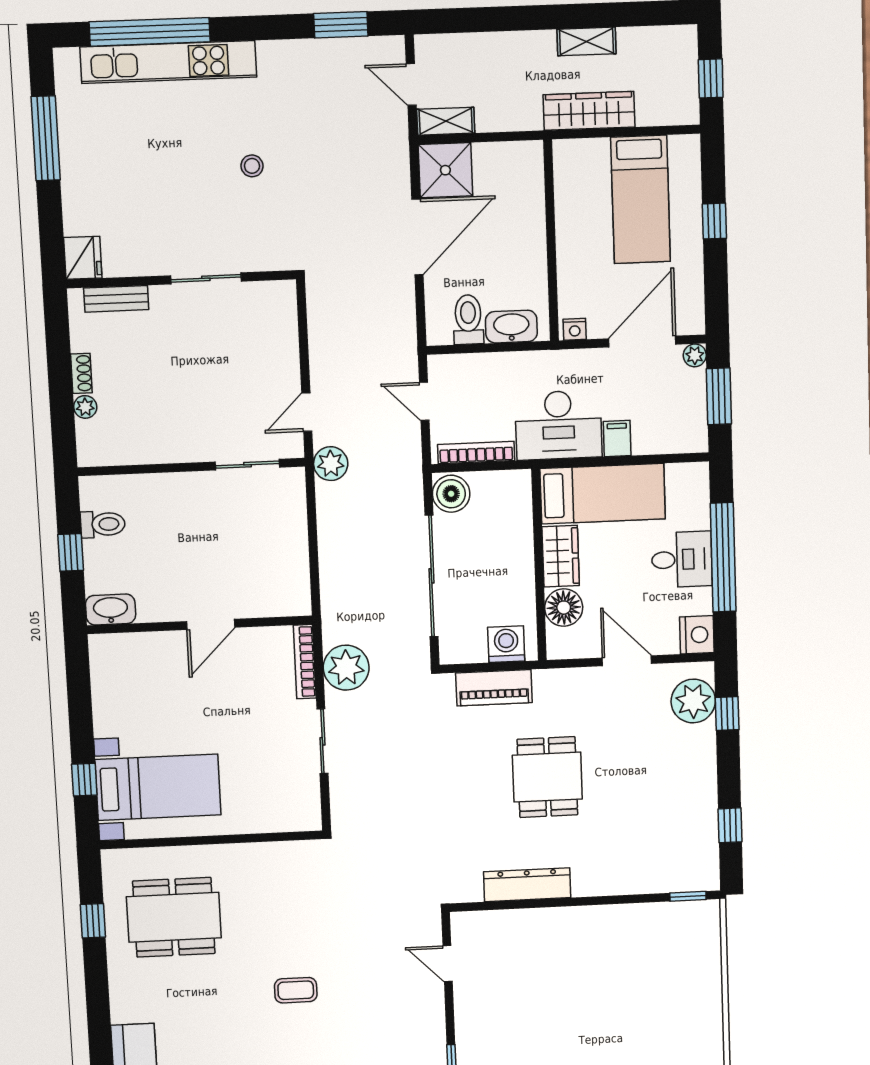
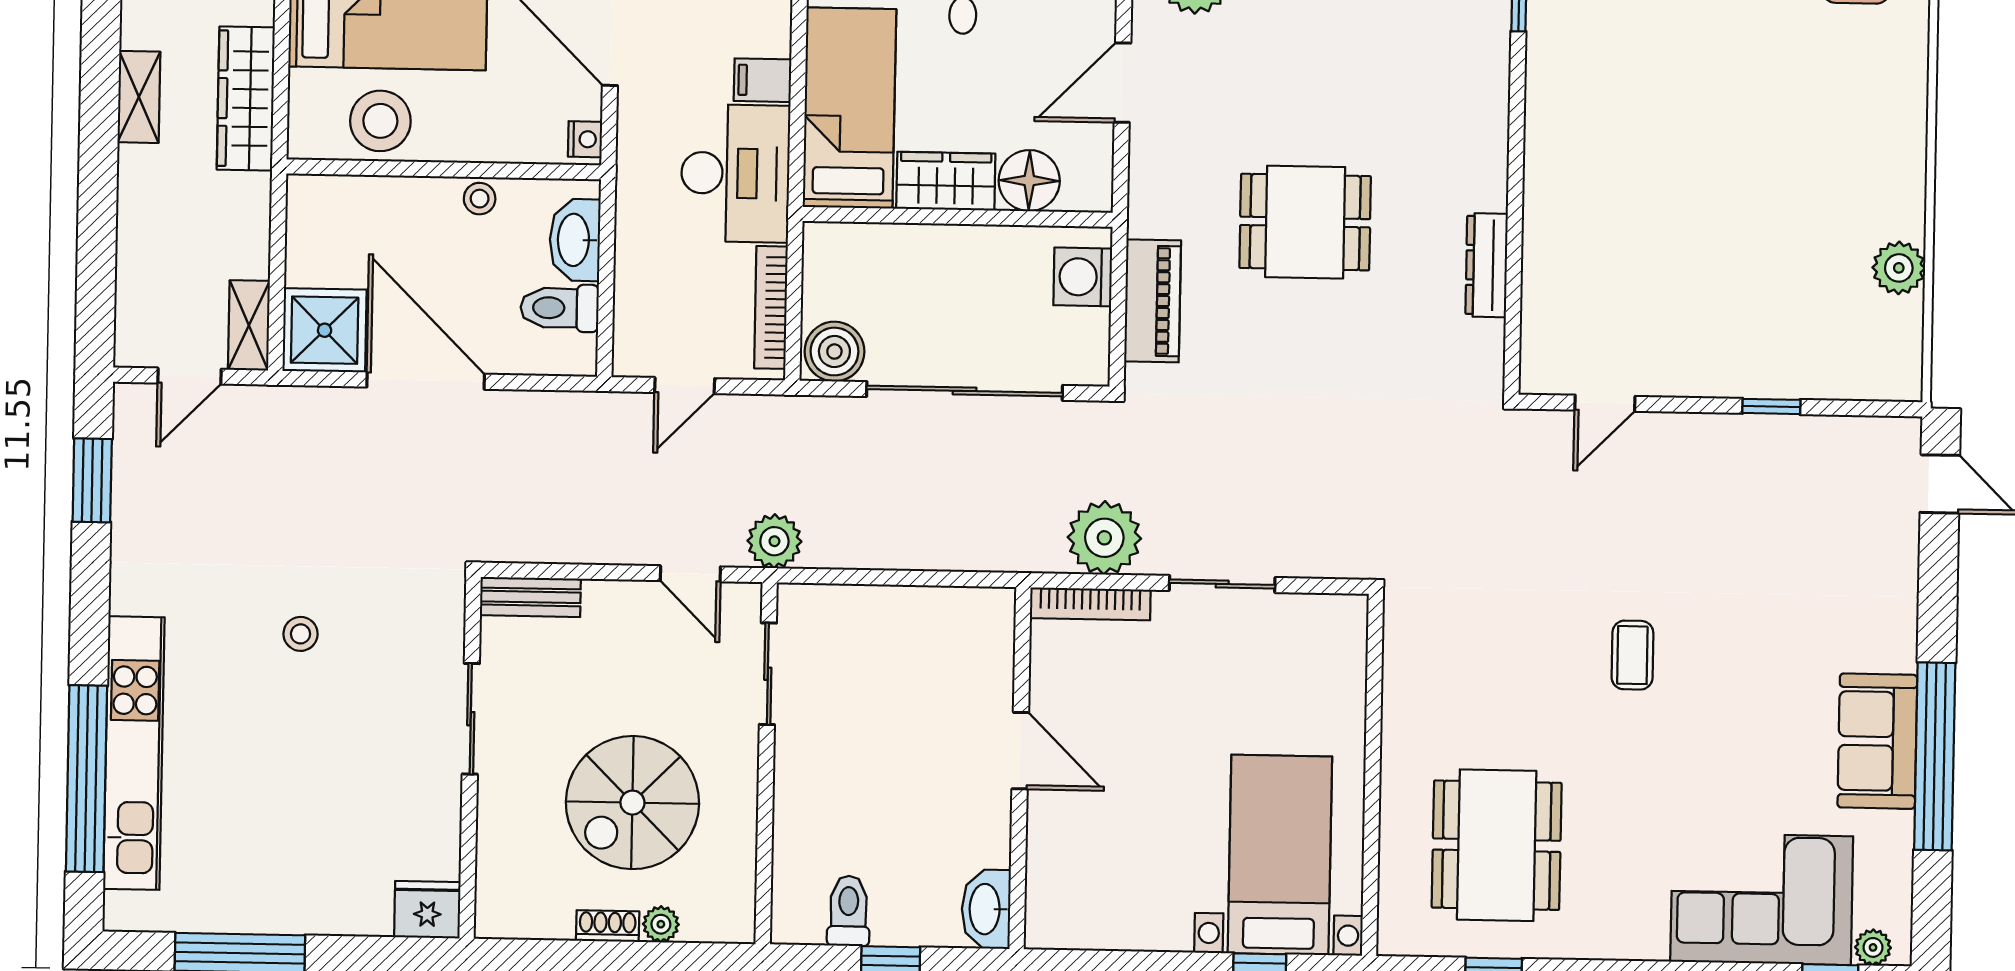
stool: (579, 198) -> (380, 121), added
stool: (534, 265) -> (480, 199), added
bench: (116, 299) -> (530, 597), moved, turned 90
spiral stairs: (160, 384) -> (632, 803), added
dresser: (527, 885) -> (1487, 265), width x0.73, depth x0.80

